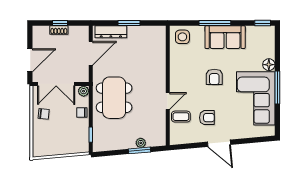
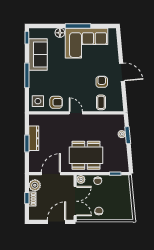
dresser: (111, 32) -> (34, 138), moved
plant: (76, 33) -> (35, 185), added
sofa: (225, 37) -> (38, 55), moved
door: (91, 53) -> (51, 174), hinge flipped
door: (30, 60) -> (56, 222), hinge flipped
armchair: (214, 77) -> (56, 102), moved
door: (168, 101) -> (76, 113), moved
door: (219, 143) -> (122, 72), hinge flipped

